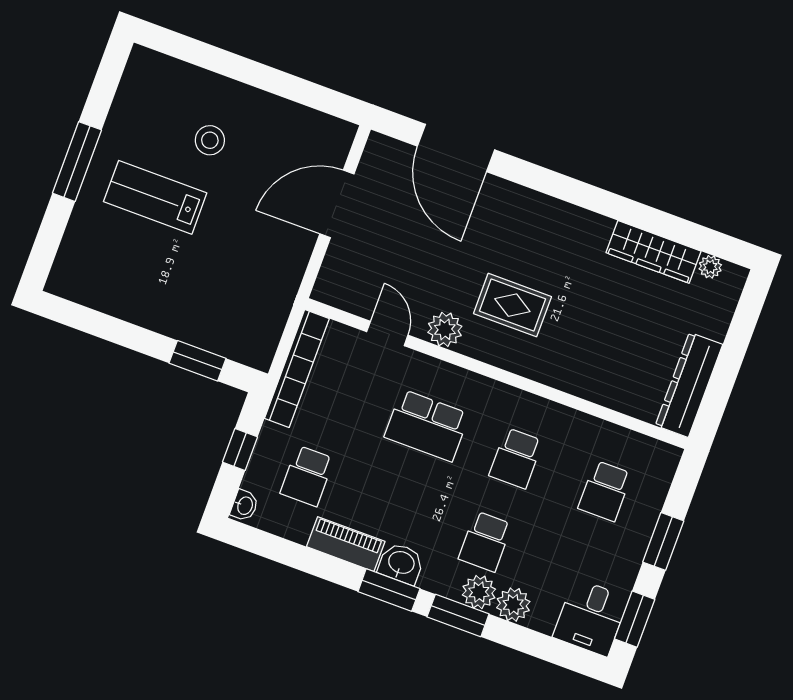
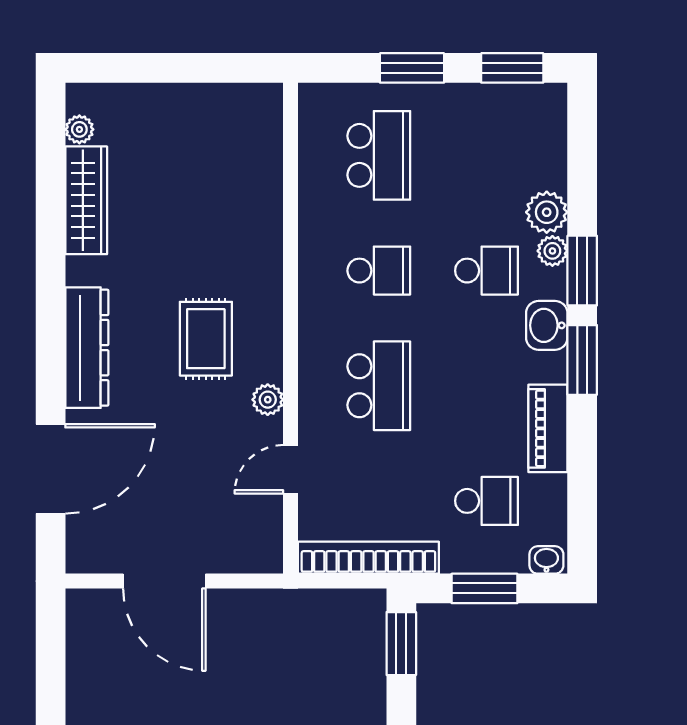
plant: (445, 329) -> (268, 400), width x0.73, depth x0.73
window: (197, 361) -> (401, 644), moved
dresser: (689, 385) -> (87, 348), moved, turned -90
window: (240, 449) -> (484, 588), width x1.50
school desk: (605, 491) -> (379, 155), width x1.85
washbasin: (401, 563) -> (547, 325), moved
plant: (479, 592) -> (552, 251), width x0.73, depth x0.73
desk: (591, 617) -> (529, 119), removed

